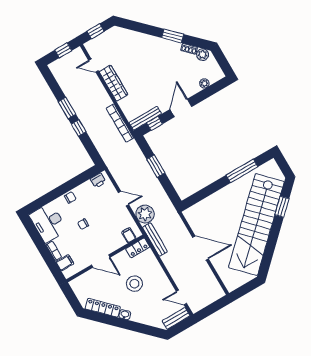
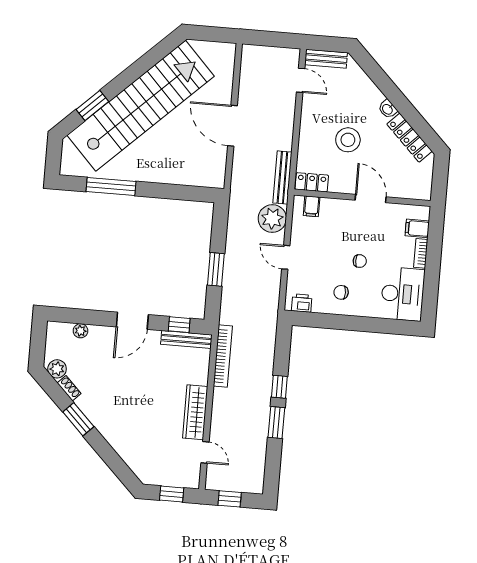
chair: (70, 197) -> (341, 292), moved

